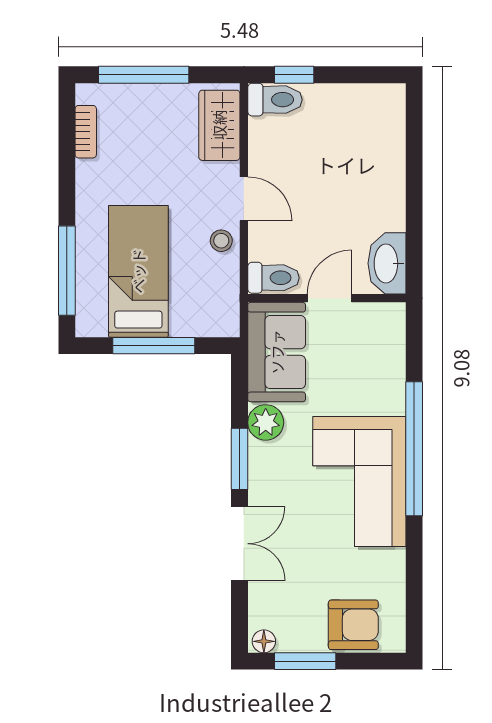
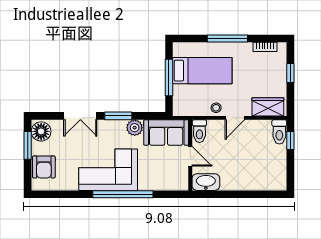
window: (144, 75) -> (290, 73), width x0.46
window: (67, 271) -> (227, 39), moved
floor lamp: (264, 641) -> (41, 131), width x1.89, depth x1.89

